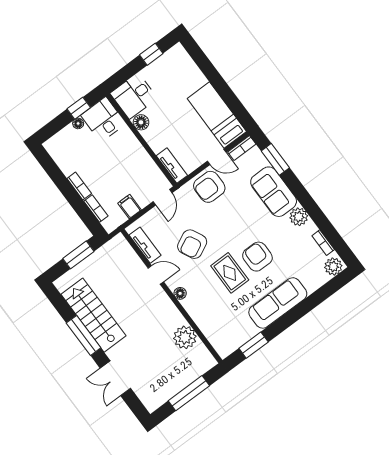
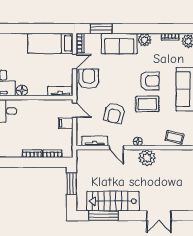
armchair: (209, 187) -> (89, 79), turned 180
filing cabinet: (129, 207) -> (66, 123), moved
armchair: (192, 244) -> (114, 113), turned 40
armchair: (257, 257) -> (150, 81), turned 180
door: (156, 275) -> (117, 148), swing flipped
coffee table: (215, 331) -> (174, 137), added
window: (84, 335) -> (103, 216), moved
plant: (185, 337) -> (147, 158), moved

